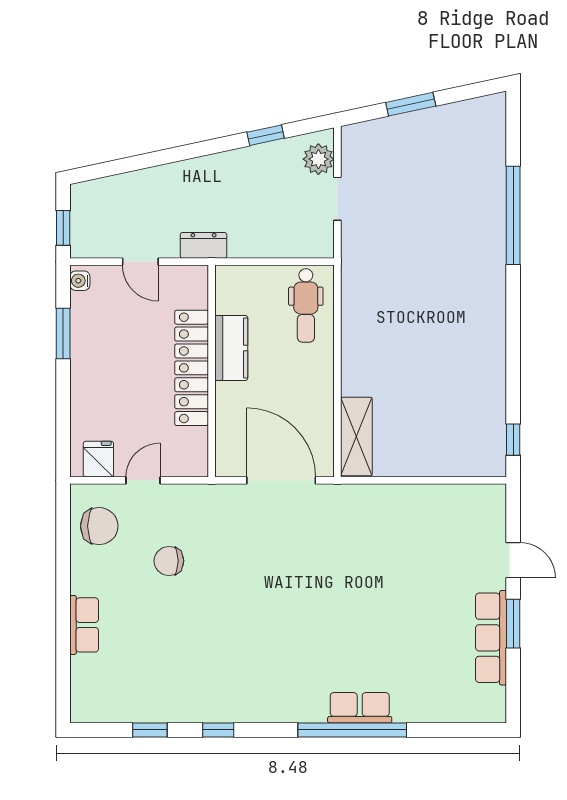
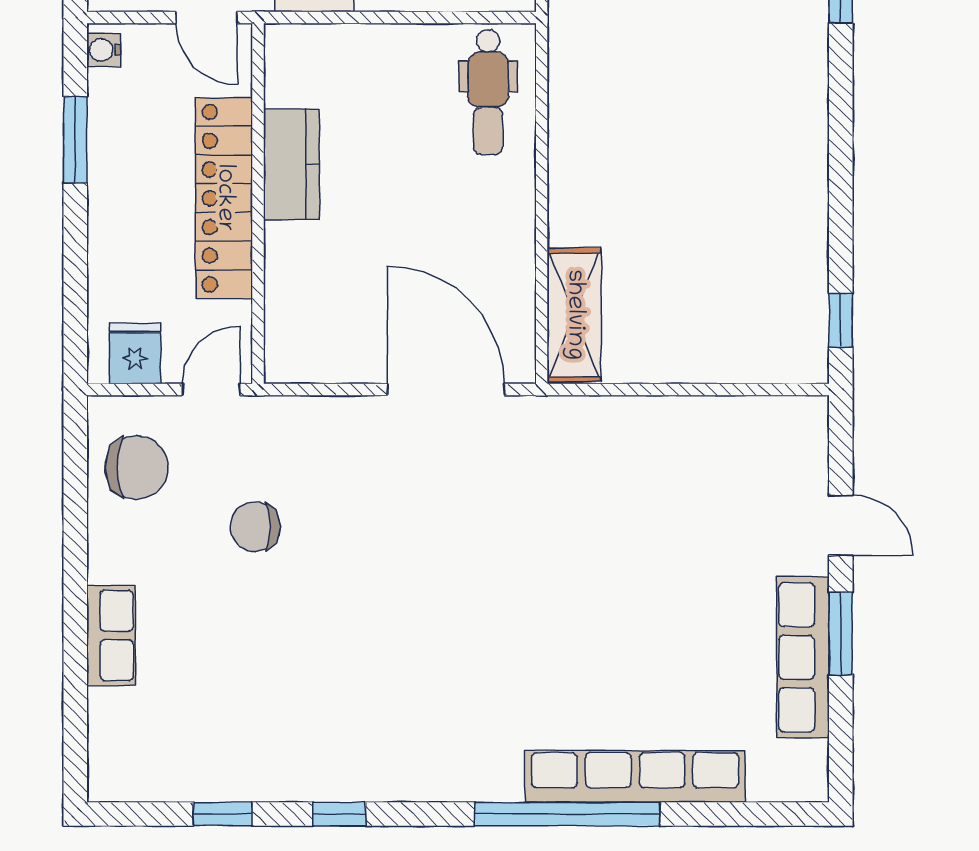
kitchen counter: (231, 348) -> (291, 164), moved
locker: (192, 368) -> (224, 198), moved
wall: (212, 371) -> (258, 204), moved
row of seats: (360, 708) -> (635, 776), width x2.02

